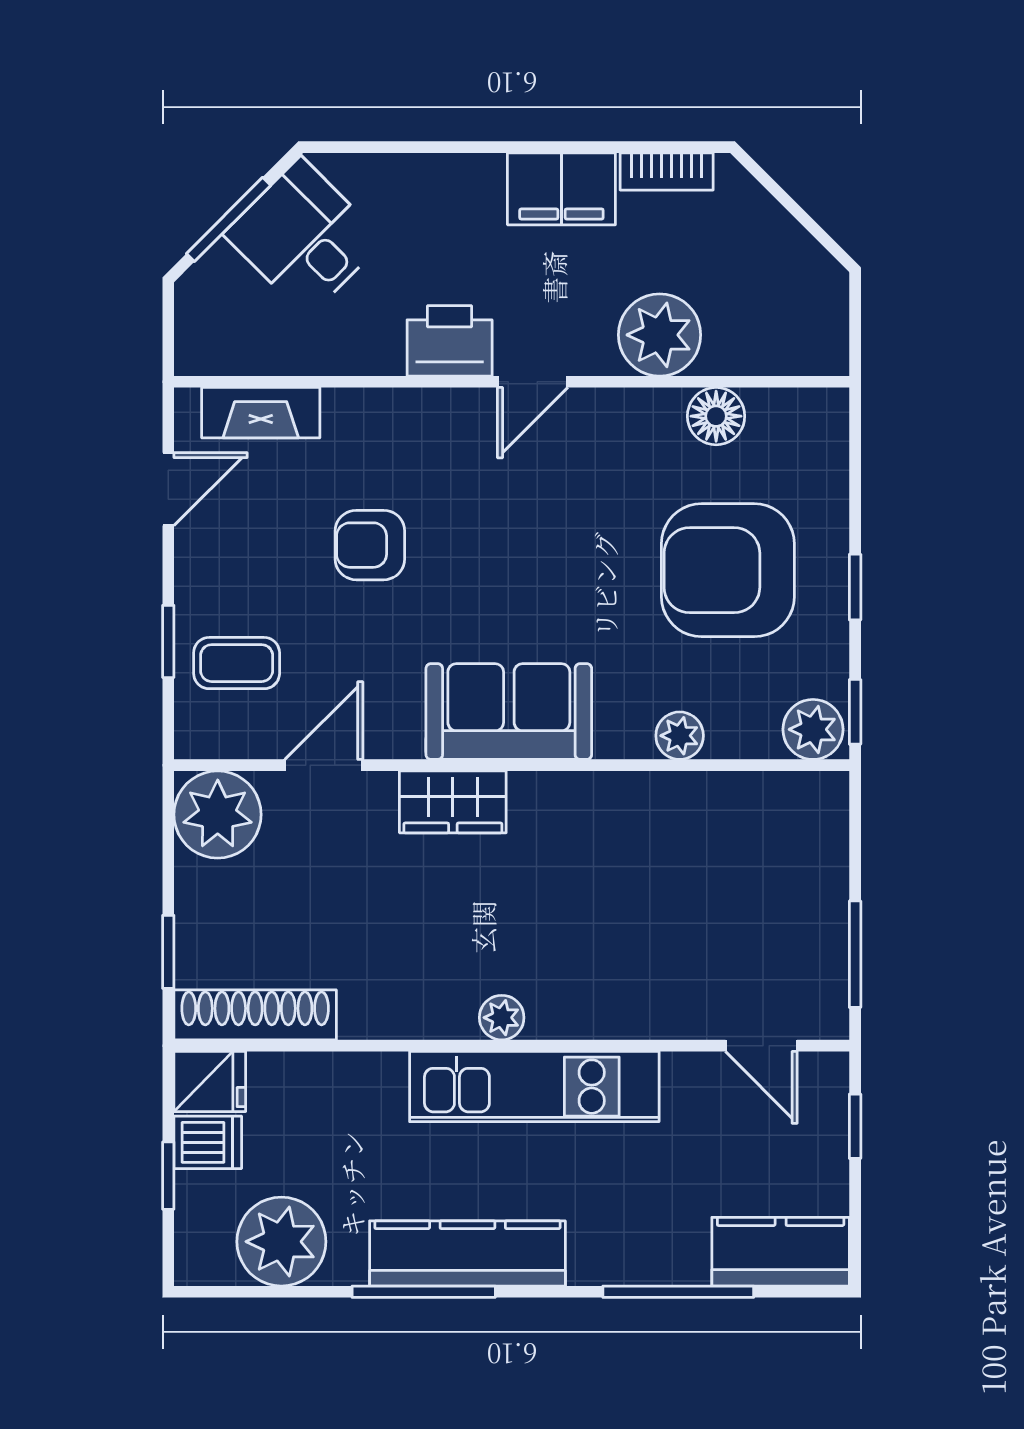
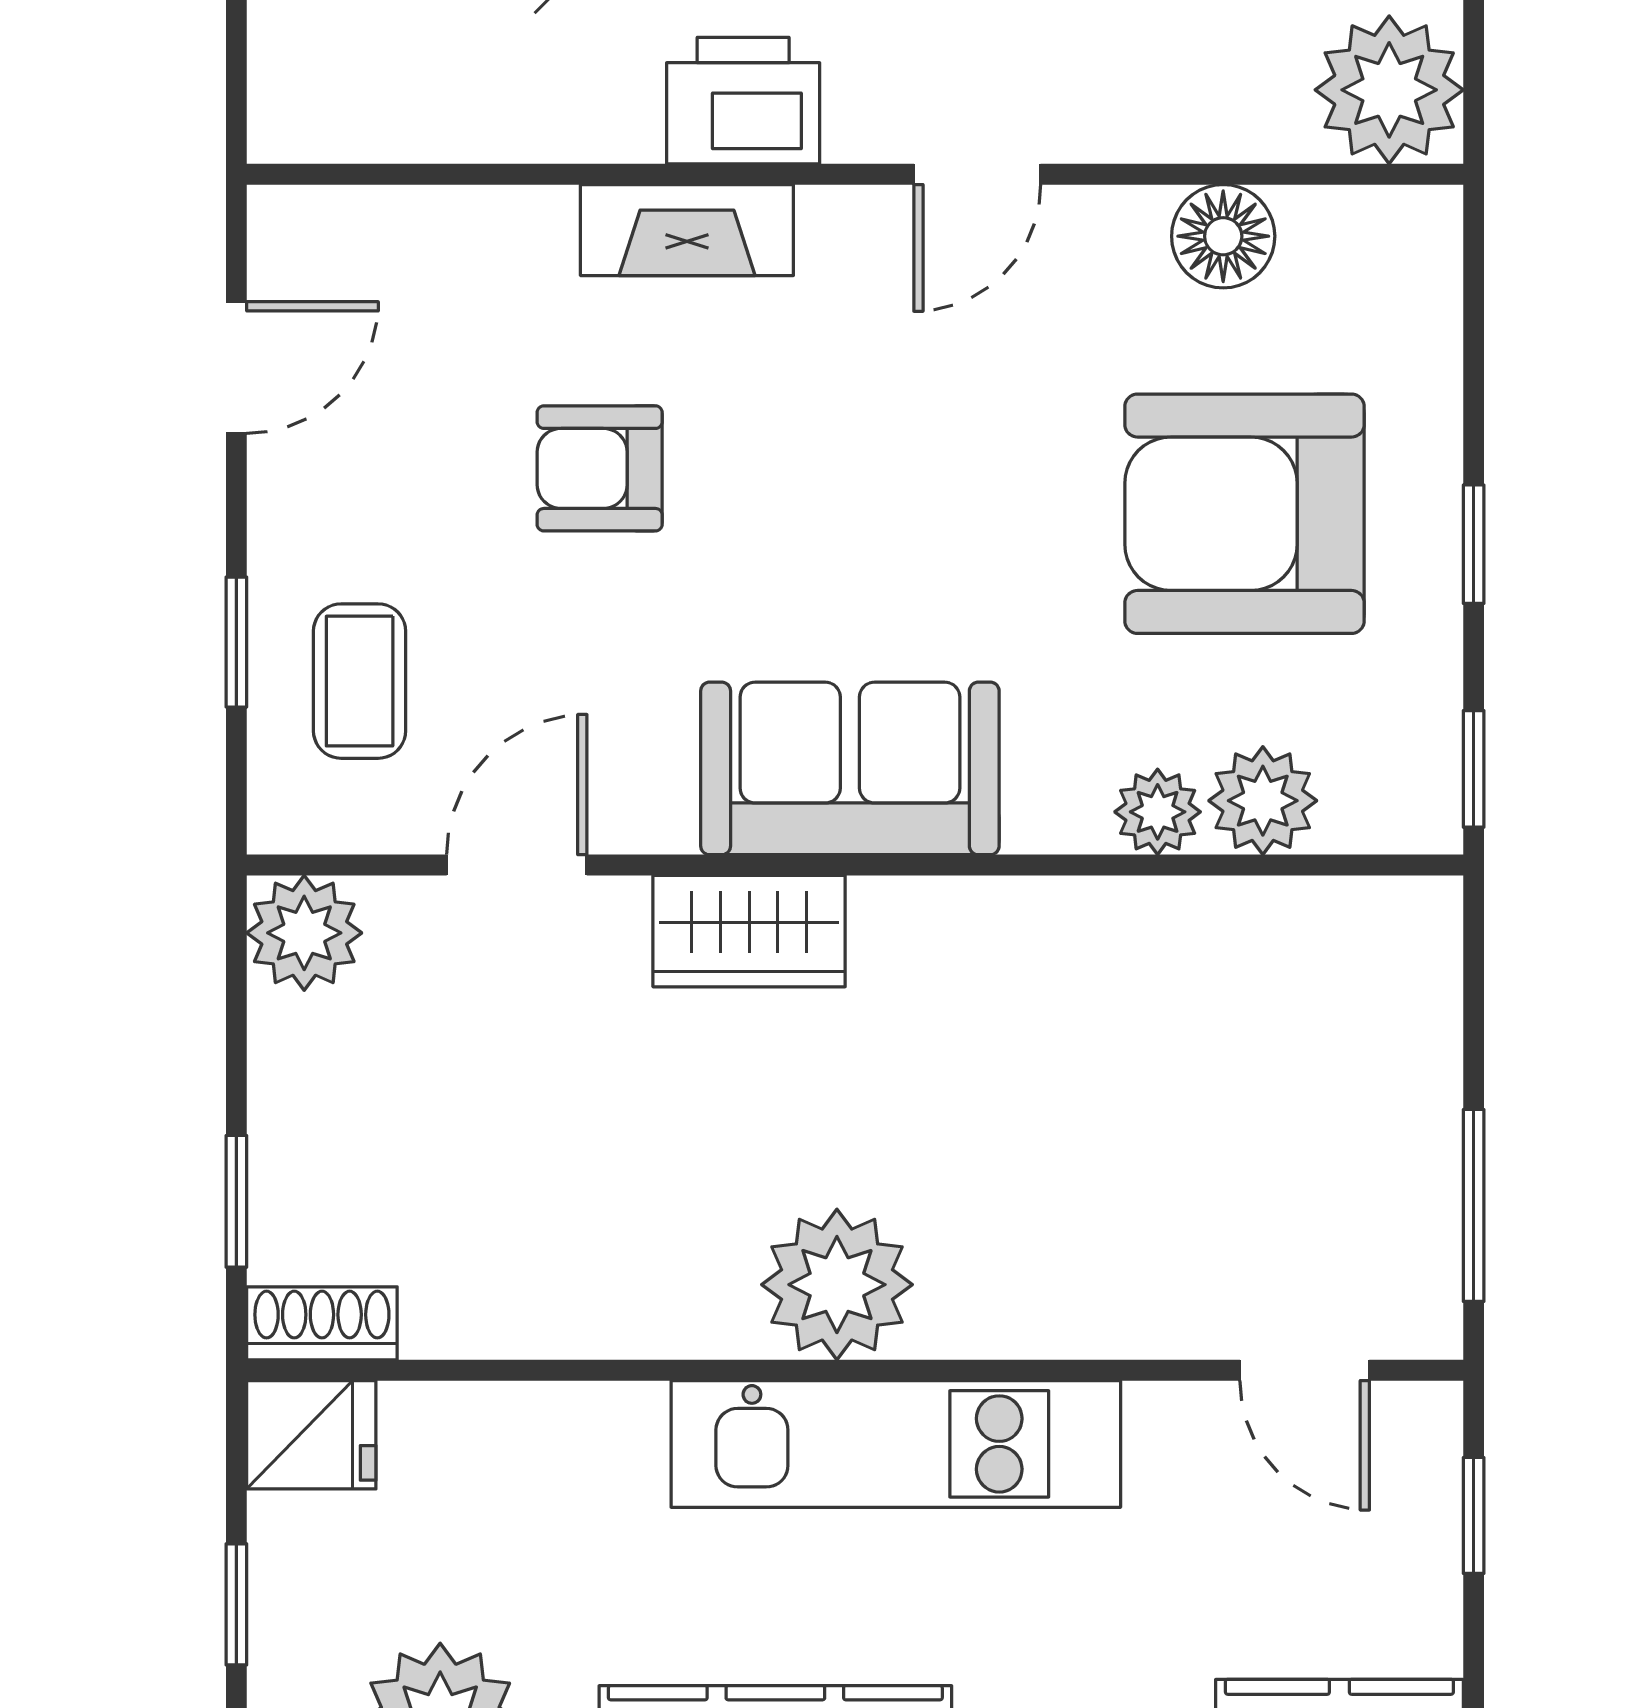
plant: (660, 335) -> (1389, 90), moved
door: (533, 382) -> (977, 174), moved
fireplace: (261, 413) -> (687, 230), moved
coffee table: (237, 663) -> (360, 681), turned 90
plant: (813, 729) -> (1263, 801), moved
plant: (218, 815) -> (304, 933), width x0.73, depth x0.73
shoe rack: (255, 1015) -> (322, 1323), width x0.51, depth x0.81
plant: (502, 1018) -> (837, 1285), width x1.88, depth x1.88
dishwasher: (208, 1142) -> (308, 1544), removed

